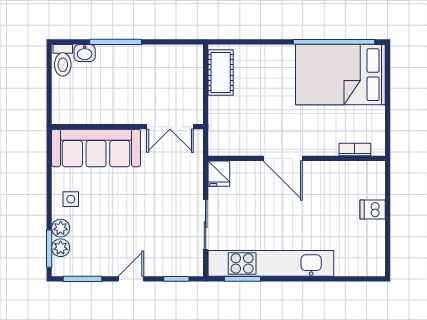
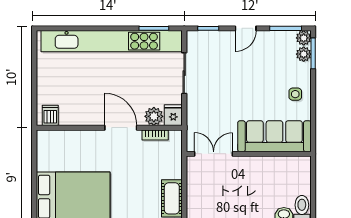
bookcase: (355, 149) -> (155, 135), moved
plant: (243, 172) -> (154, 116), added
dishwasher: (373, 209) -> (50, 115), moved, turned -90
plant: (61, 228) -> (304, 38), moved
kitchen unit: (271, 263) -> (112, 41), width x1.36

